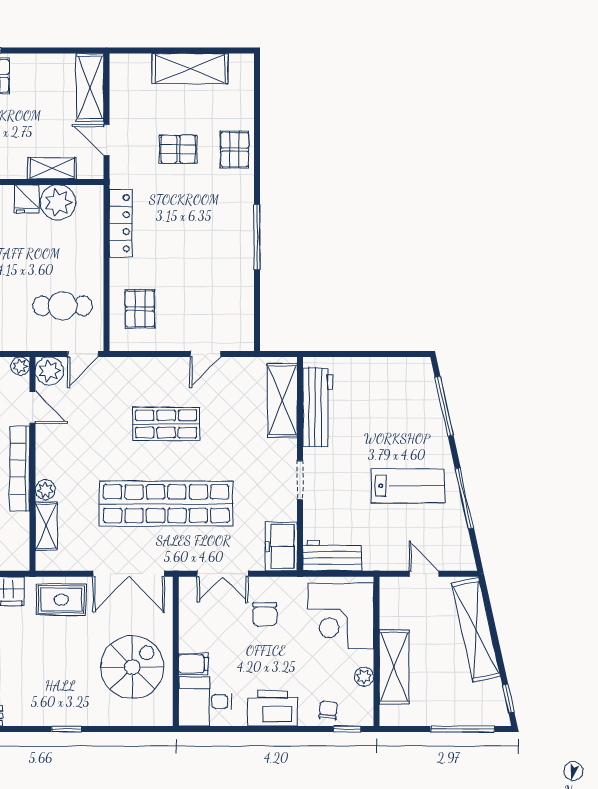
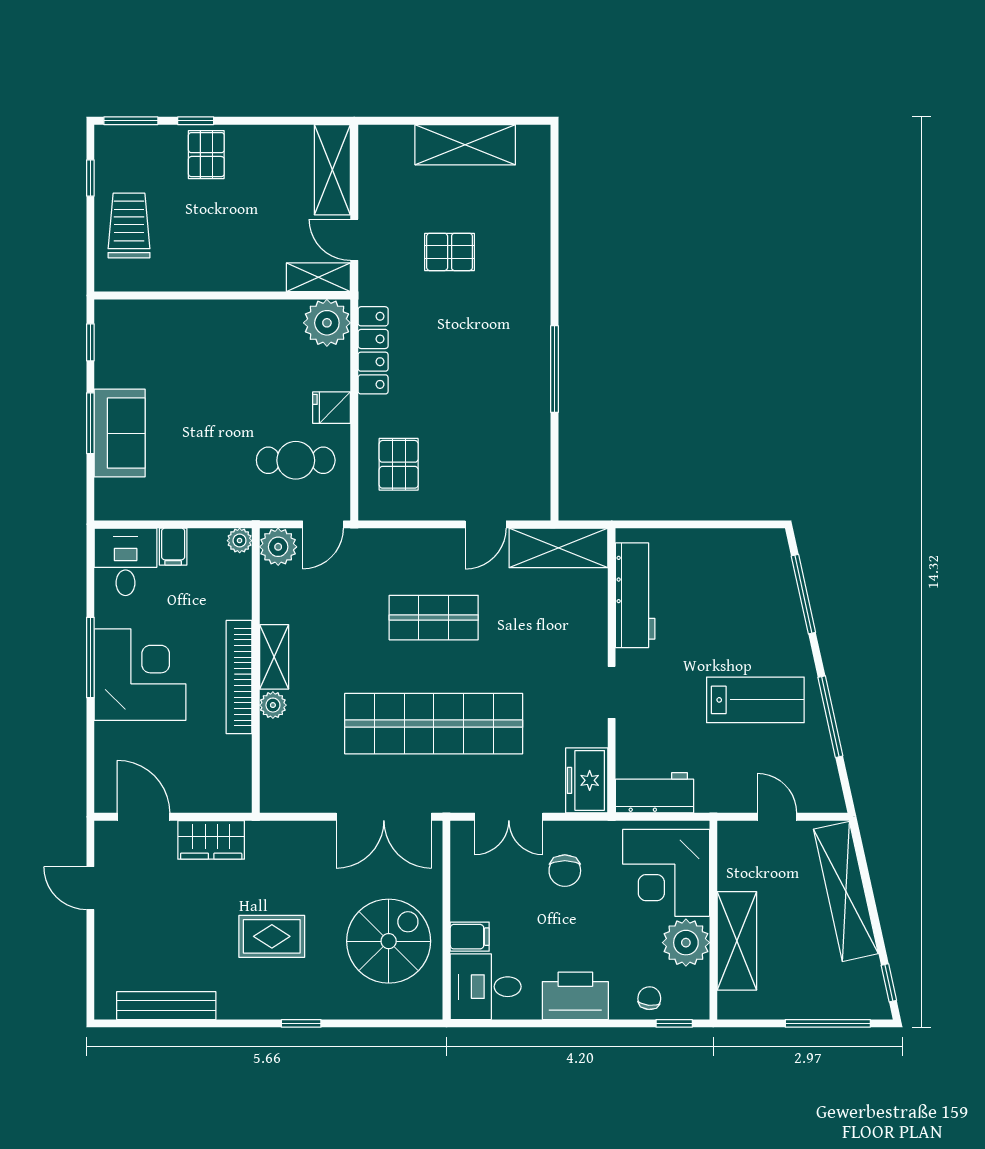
pallet: (235, 150) -> (525, 253), removed
shelving: (52, 168) -> (318, 277), moved
fridge: (27, 199) -> (332, 408), moved, turned 90
plant: (58, 202) -> (327, 323), moved
shelving: (282, 400) -> (558, 548), moved, turned 90
door: (32, 407) -> (256, 595), removed
shelving: (46, 526) -> (274, 657), moved
rug: (61, 600) -> (272, 936), moved
plant: (364, 677) -> (686, 943), width x1.87, depth x1.87

